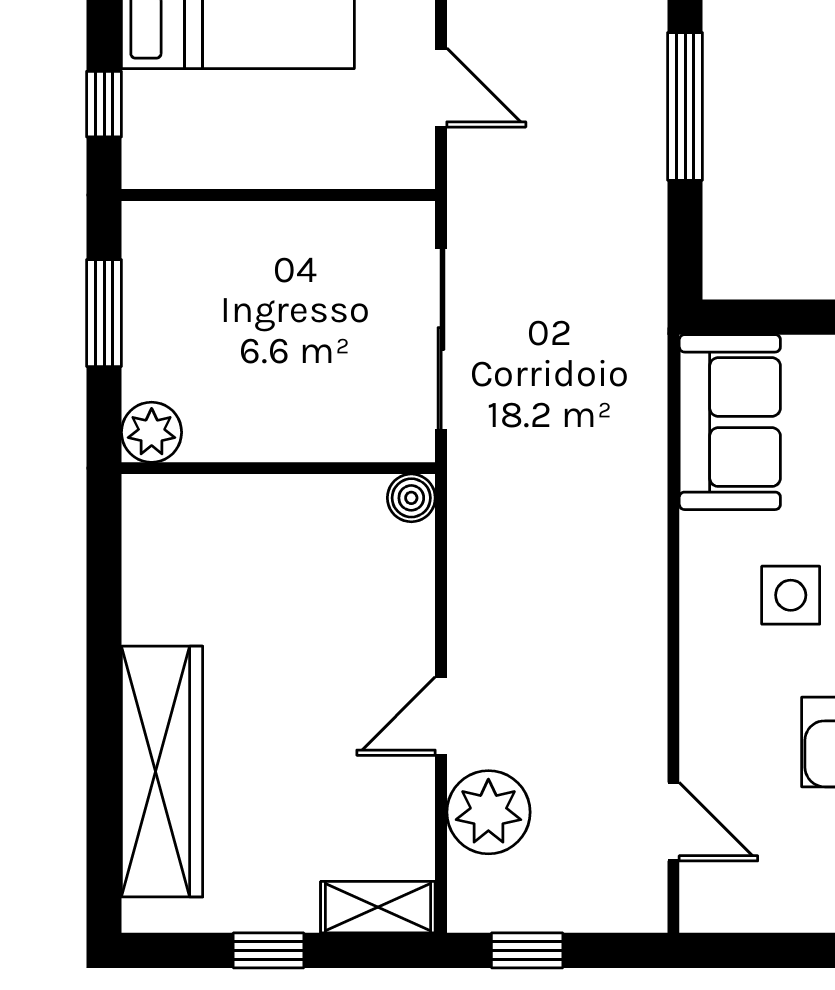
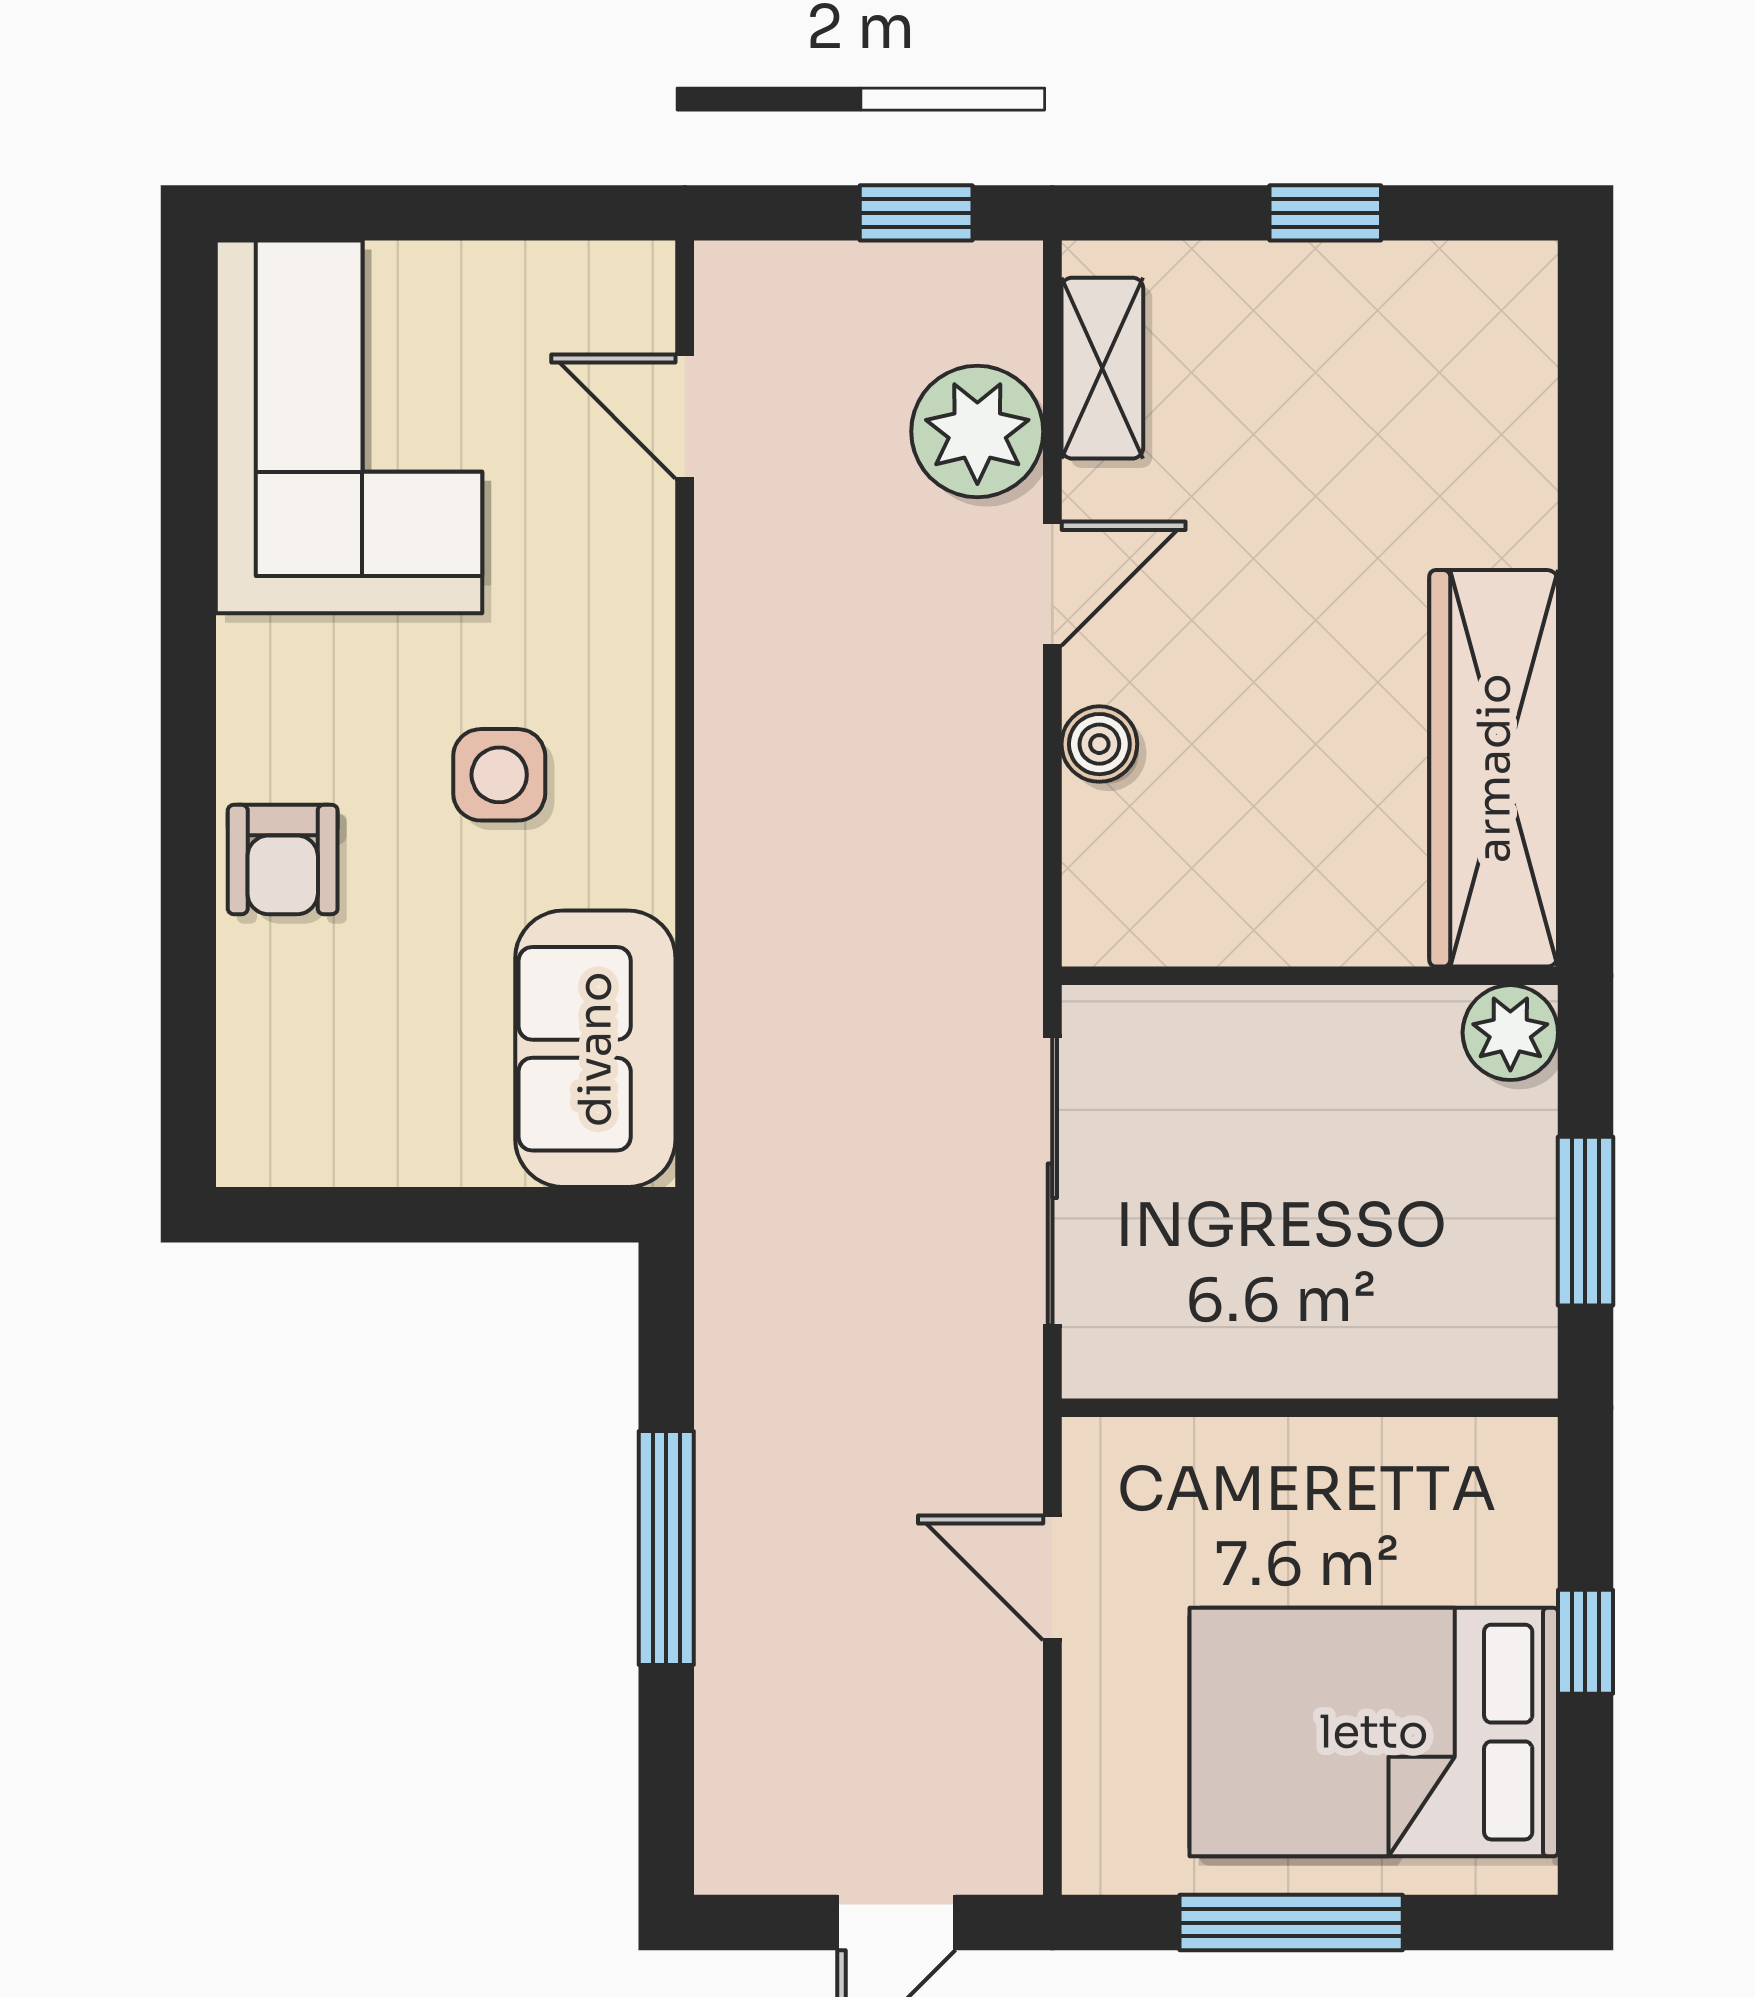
window: (104, 104) -> (1585, 1642), moved
boiler: (411, 498) -> (1099, 744), moved
wardrobe: (162, 772) -> (1494, 768), moved
shelving: (378, 907) -> (1102, 368), moved, turned 90

